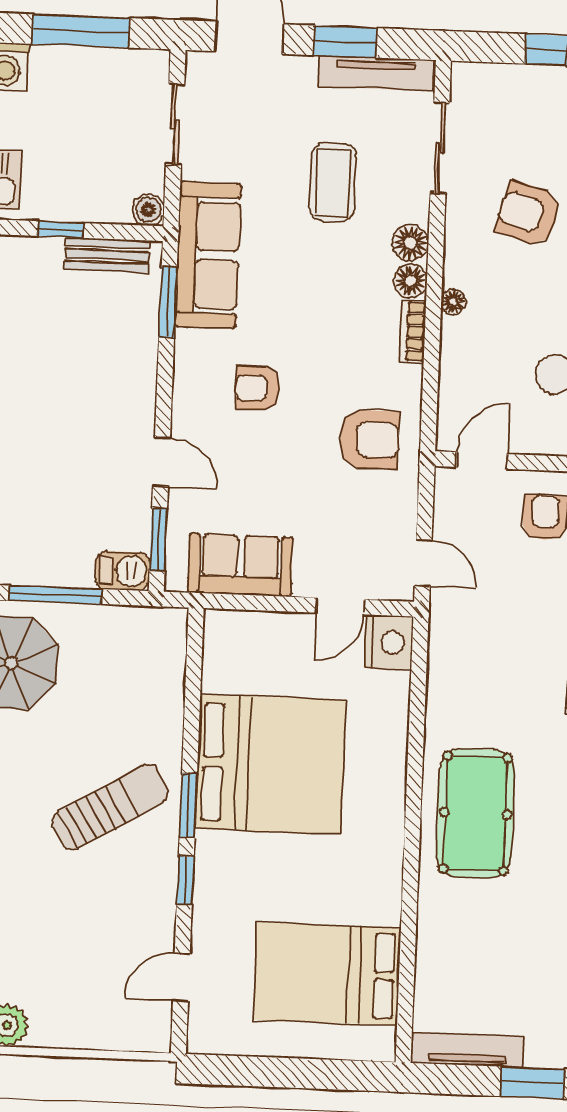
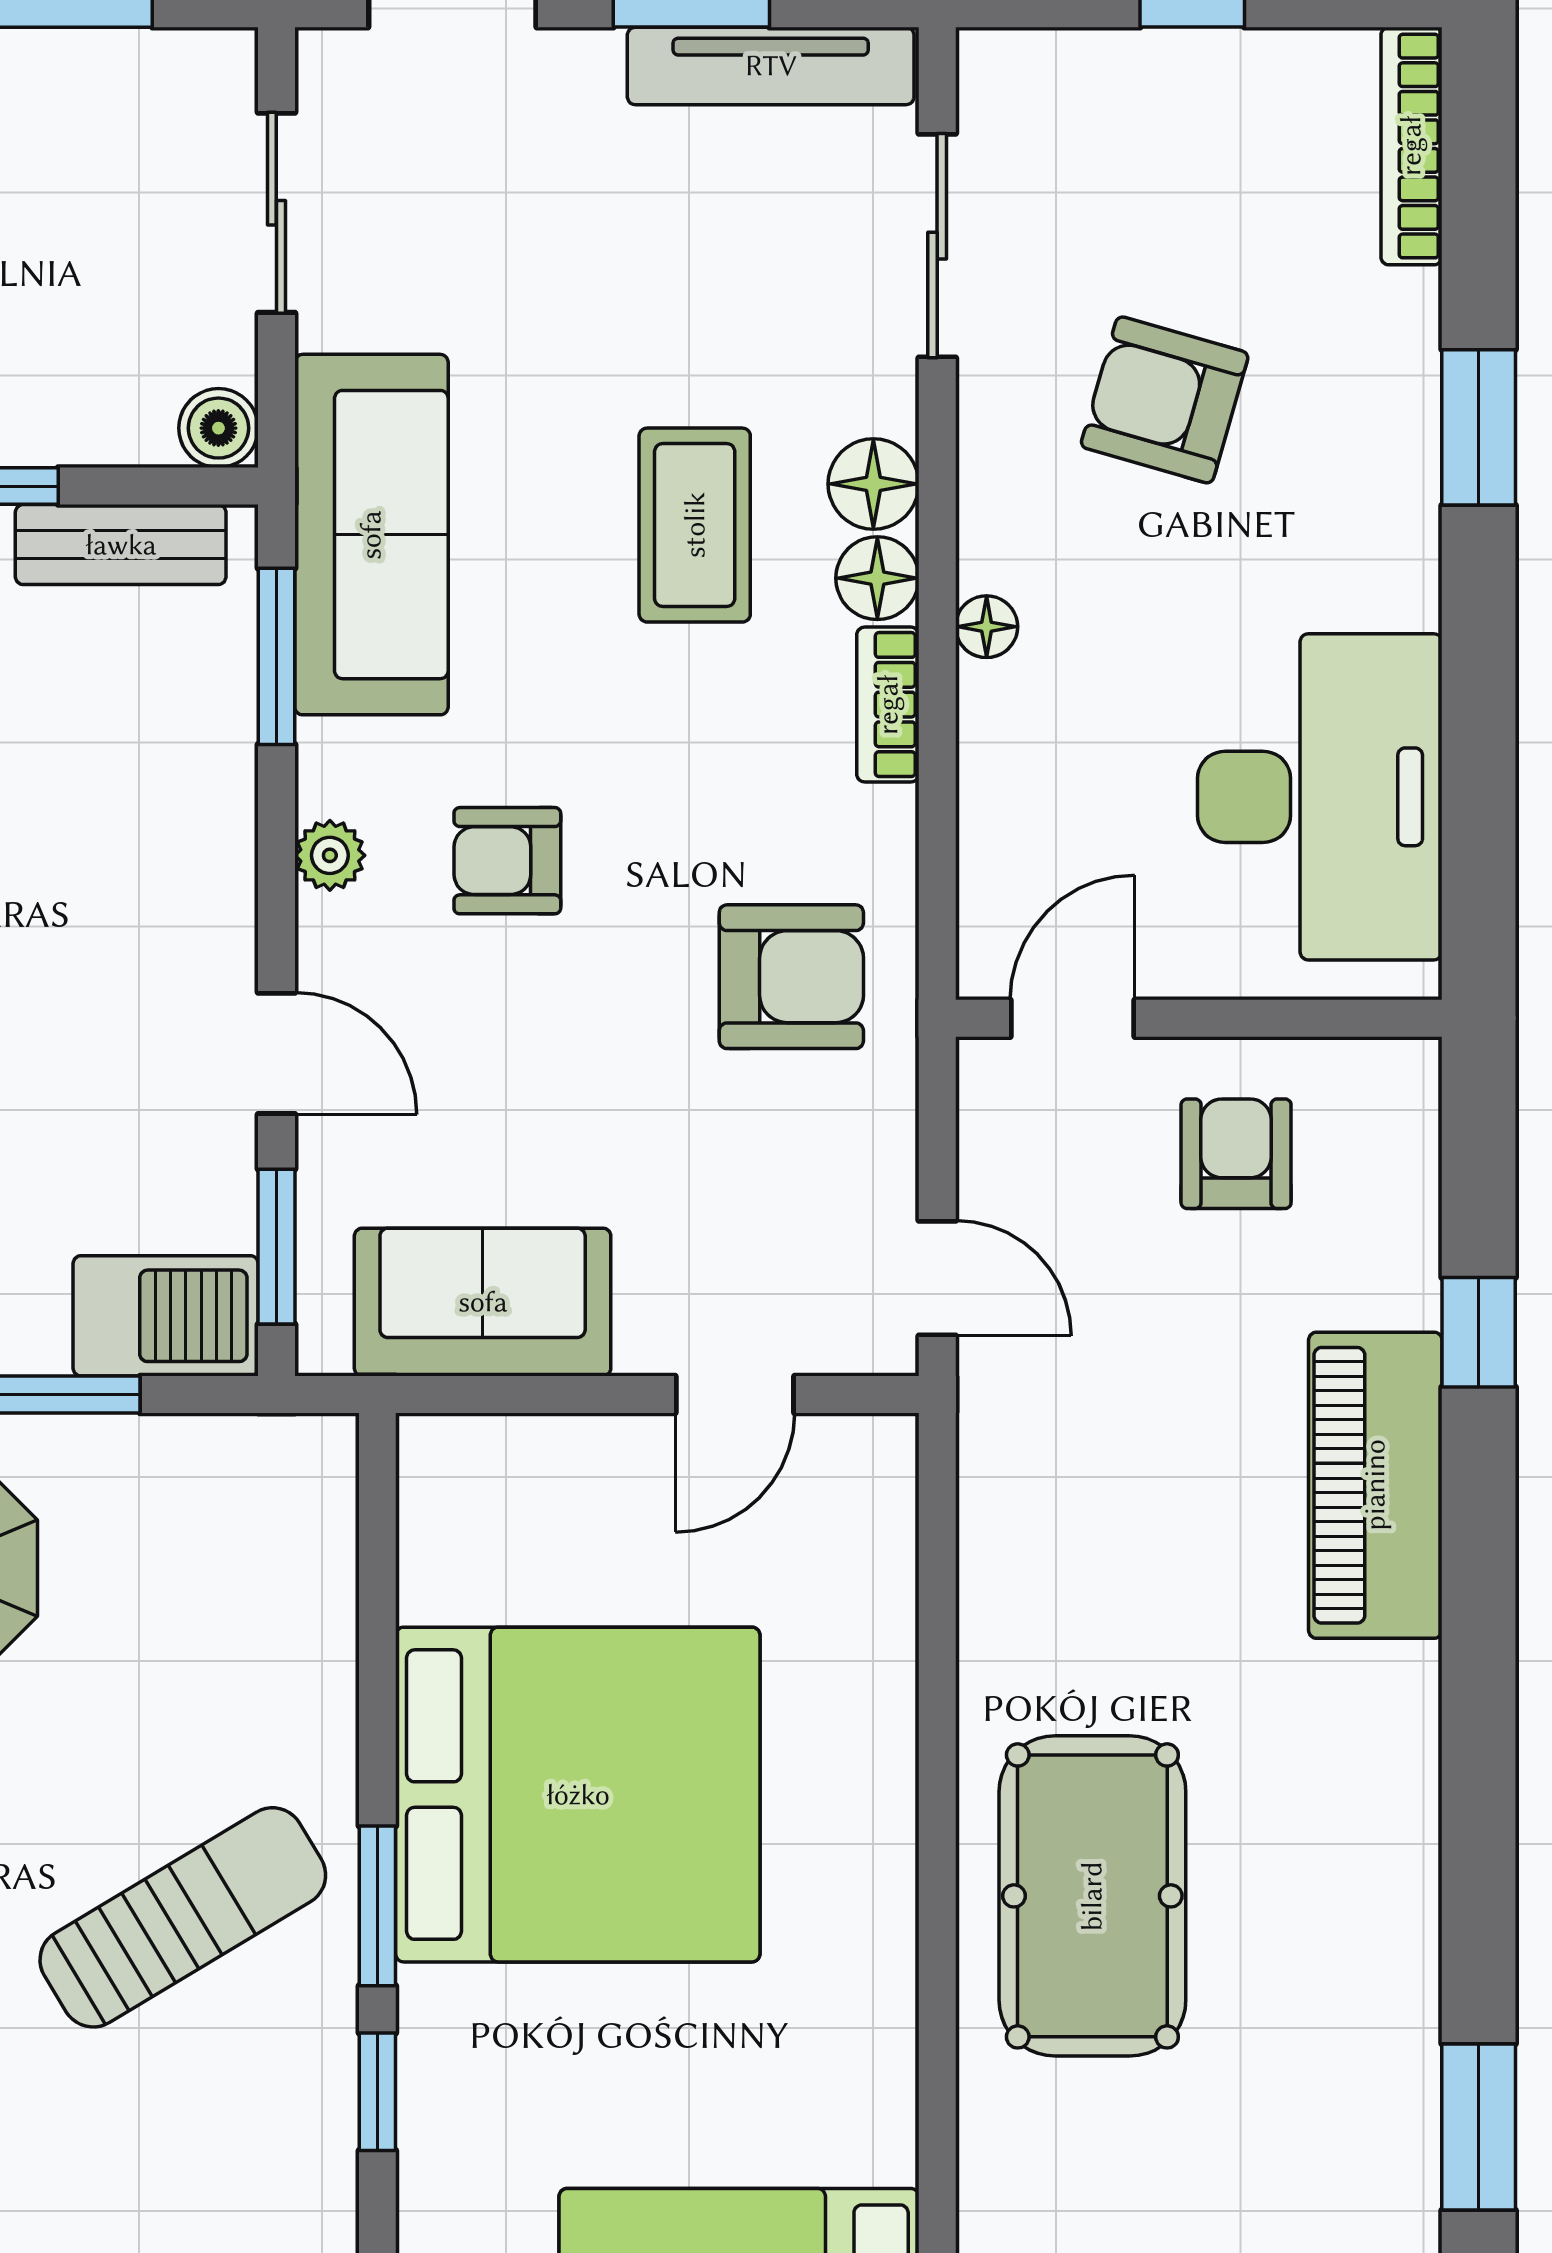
coffee table: (333, 182) -> (695, 525), moved
plant: (186, 383) -> (330, 855), added
barbecue: (123, 571) -> (166, 1316), width x1.38, depth x1.27
nightstand: (389, 642) -> (860, 1479), removed

